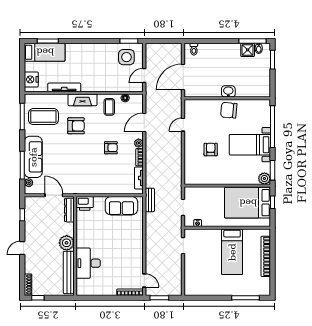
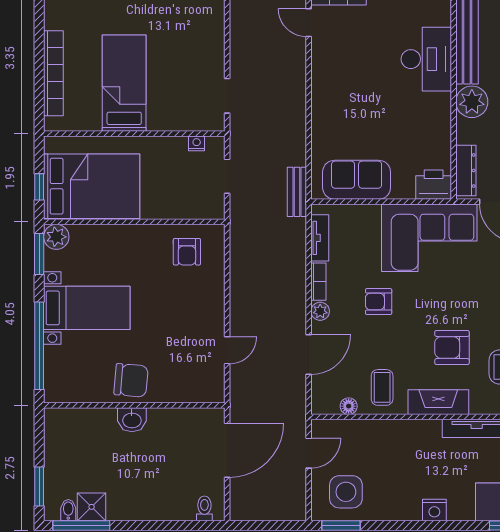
nightstand: (84, 48) -> (434, 510), added
armchair: (211, 150) -> (187, 252), moved
corner sofa: (87, 178) -> (429, 238), added

